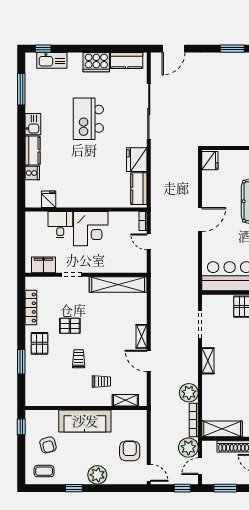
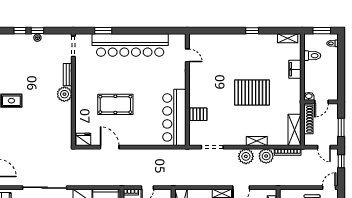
door: (200, 220) -> (110, 147), moved
shelving: (208, 361) -> (257, 141), moved
plant: (188, 448) -> (246, 156), moved

